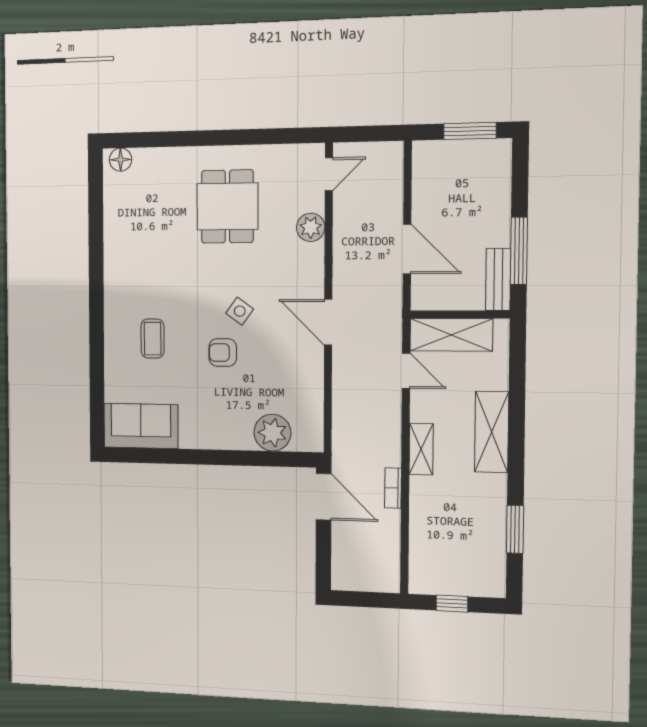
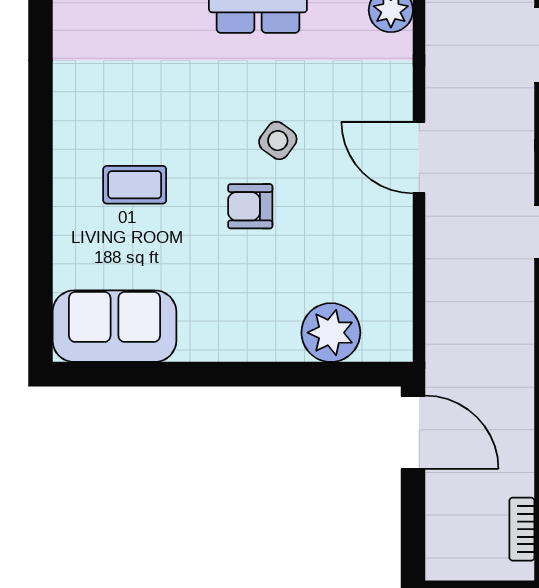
coffee table: (153, 339) -> (135, 185), turned 90
bookcase: (393, 488) -> (522, 529), moved

